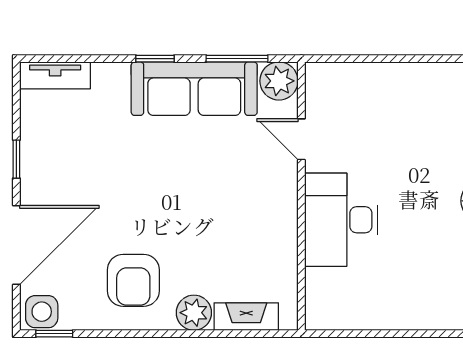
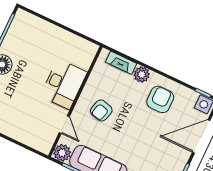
armchair: (241, 203) -> (101, 110), added

